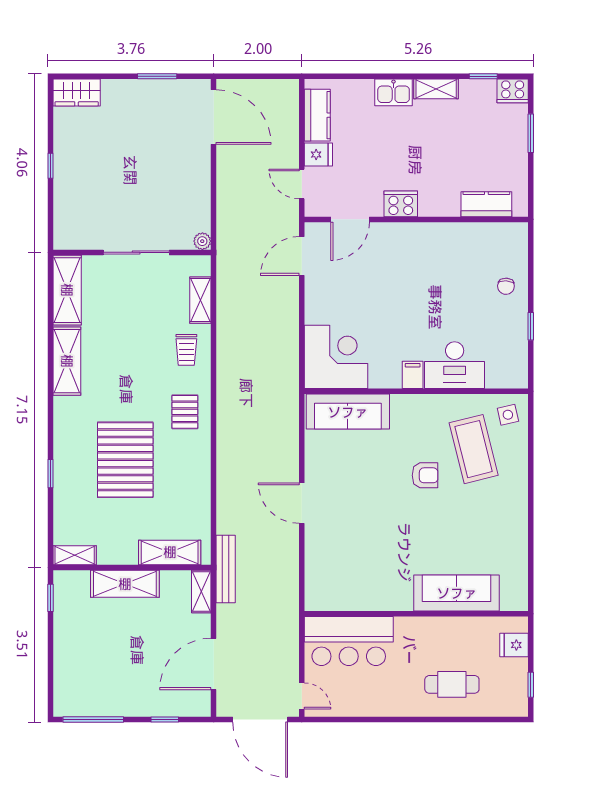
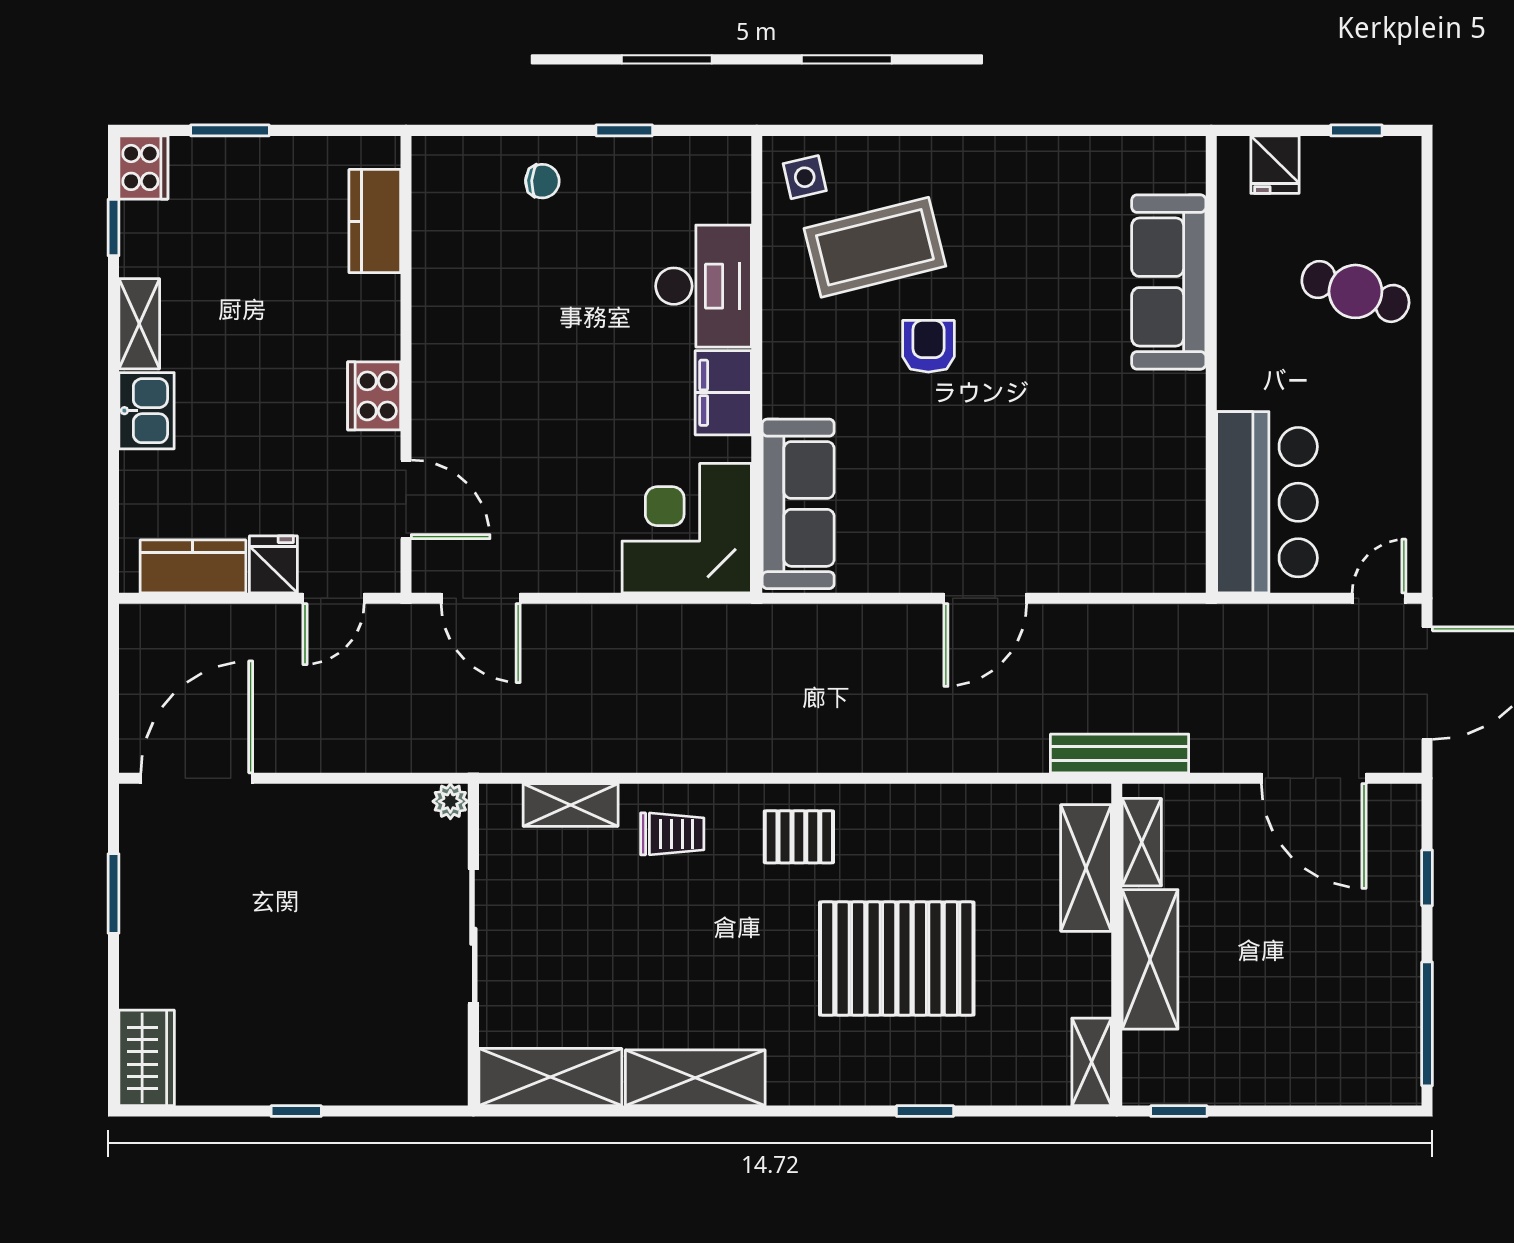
filing cabinet: (413, 375) -> (723, 393), width x2.00
shelving: (201, 592) -> (1142, 842), moved, turned 90
cafe table: (452, 684) -> (1355, 291), turned -72

